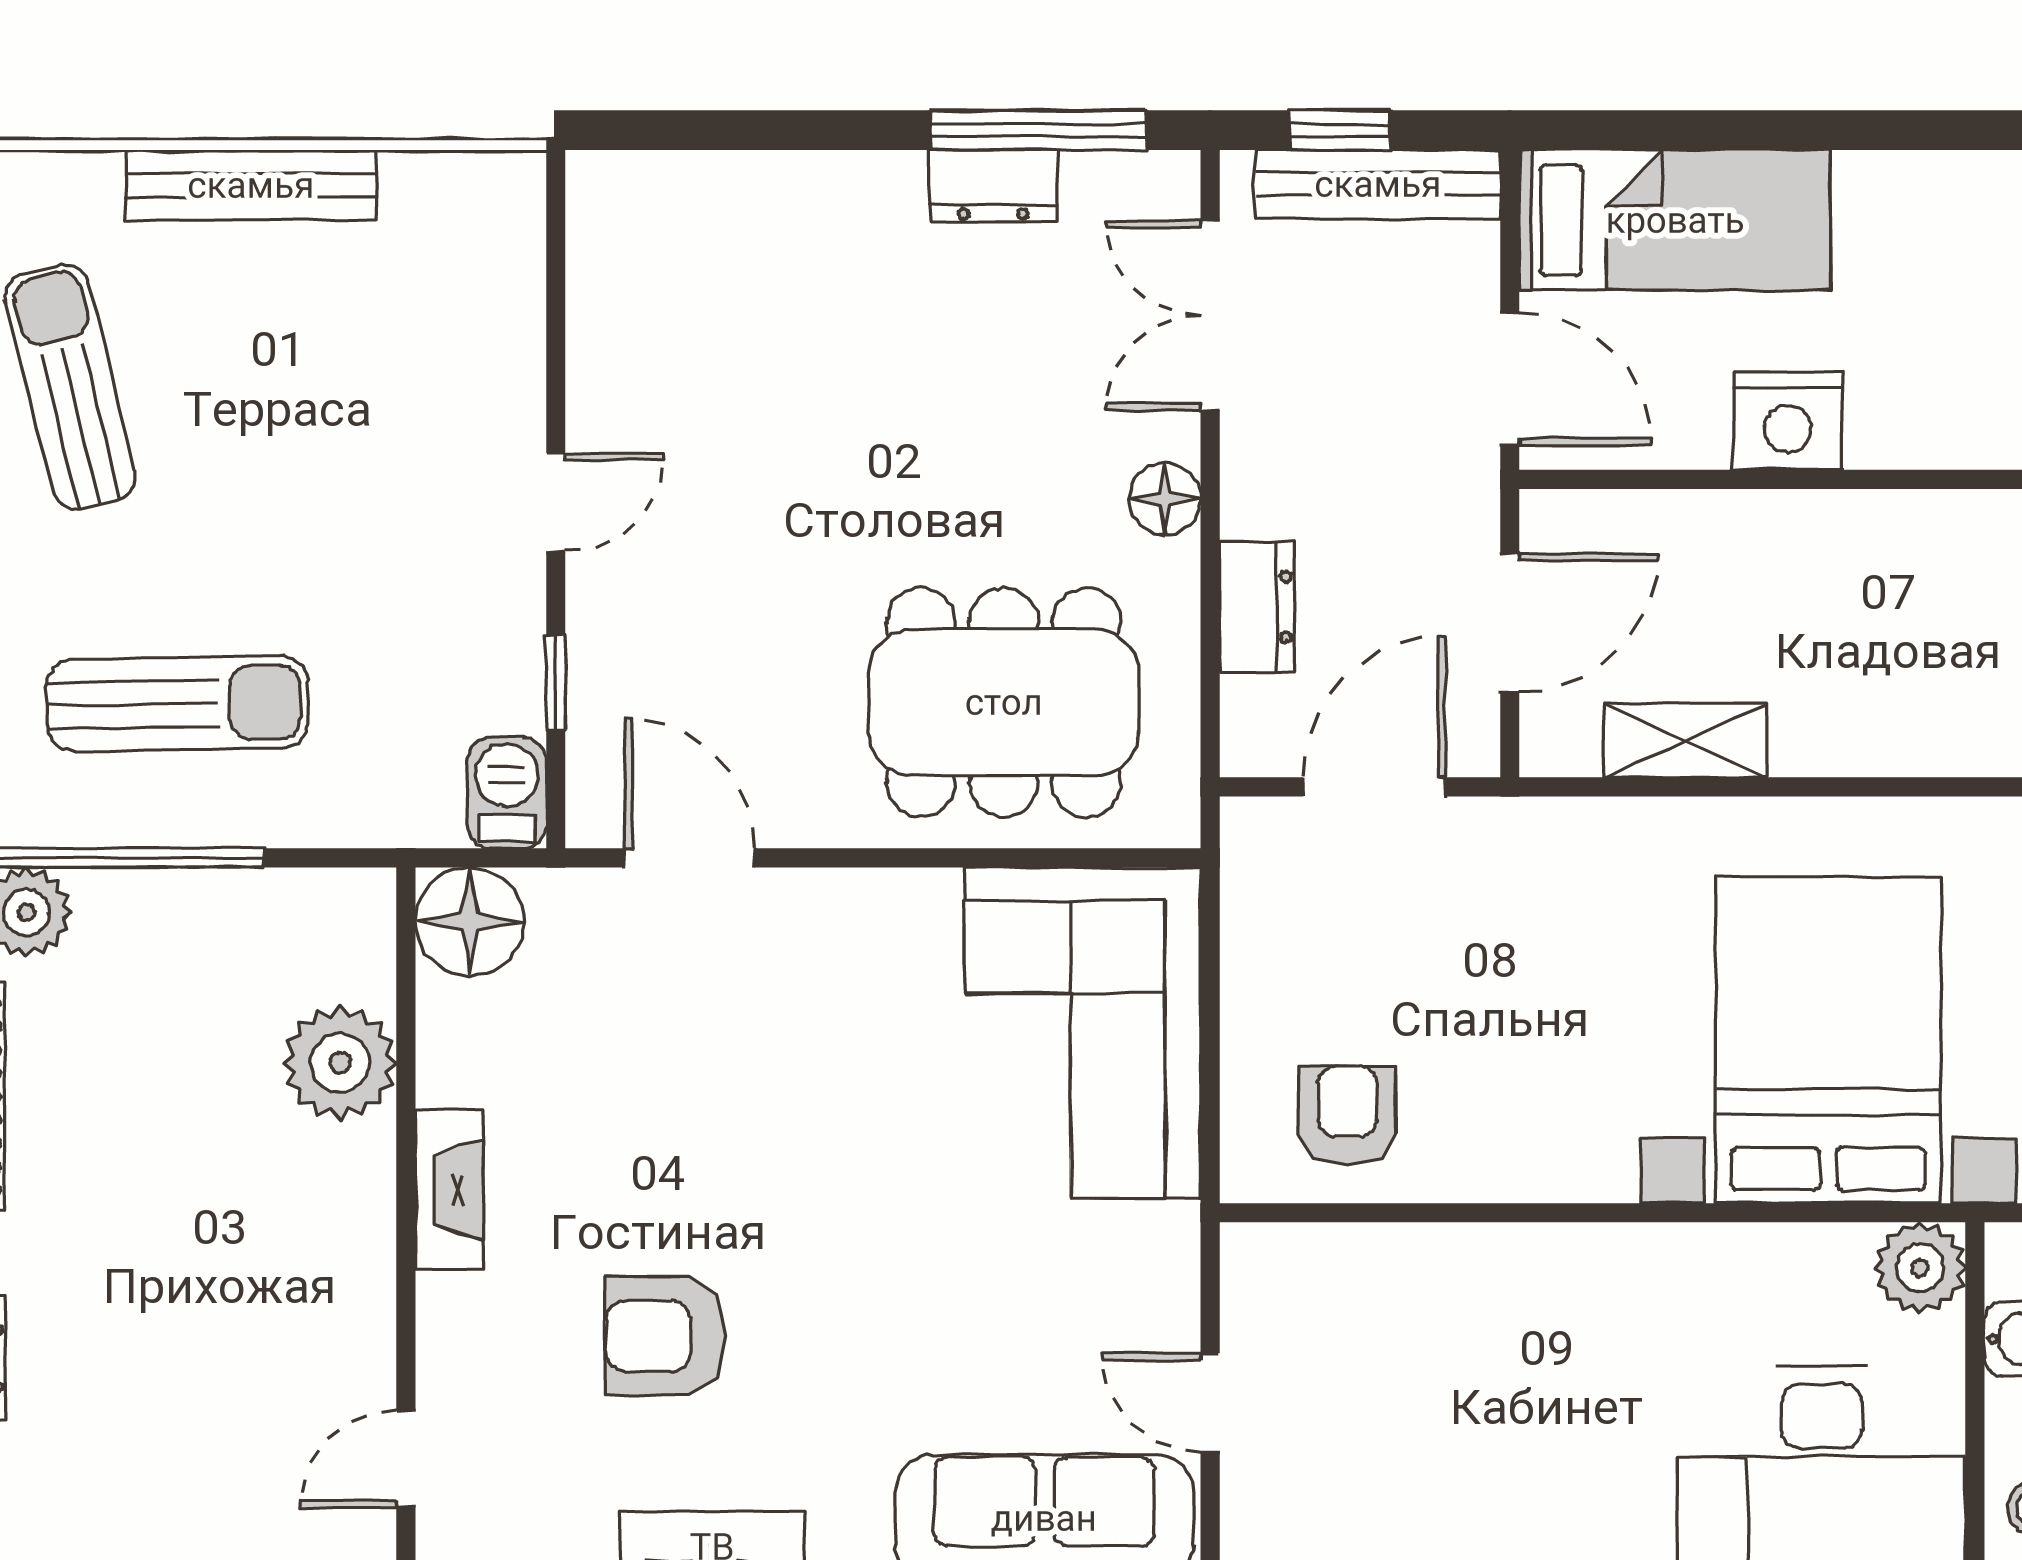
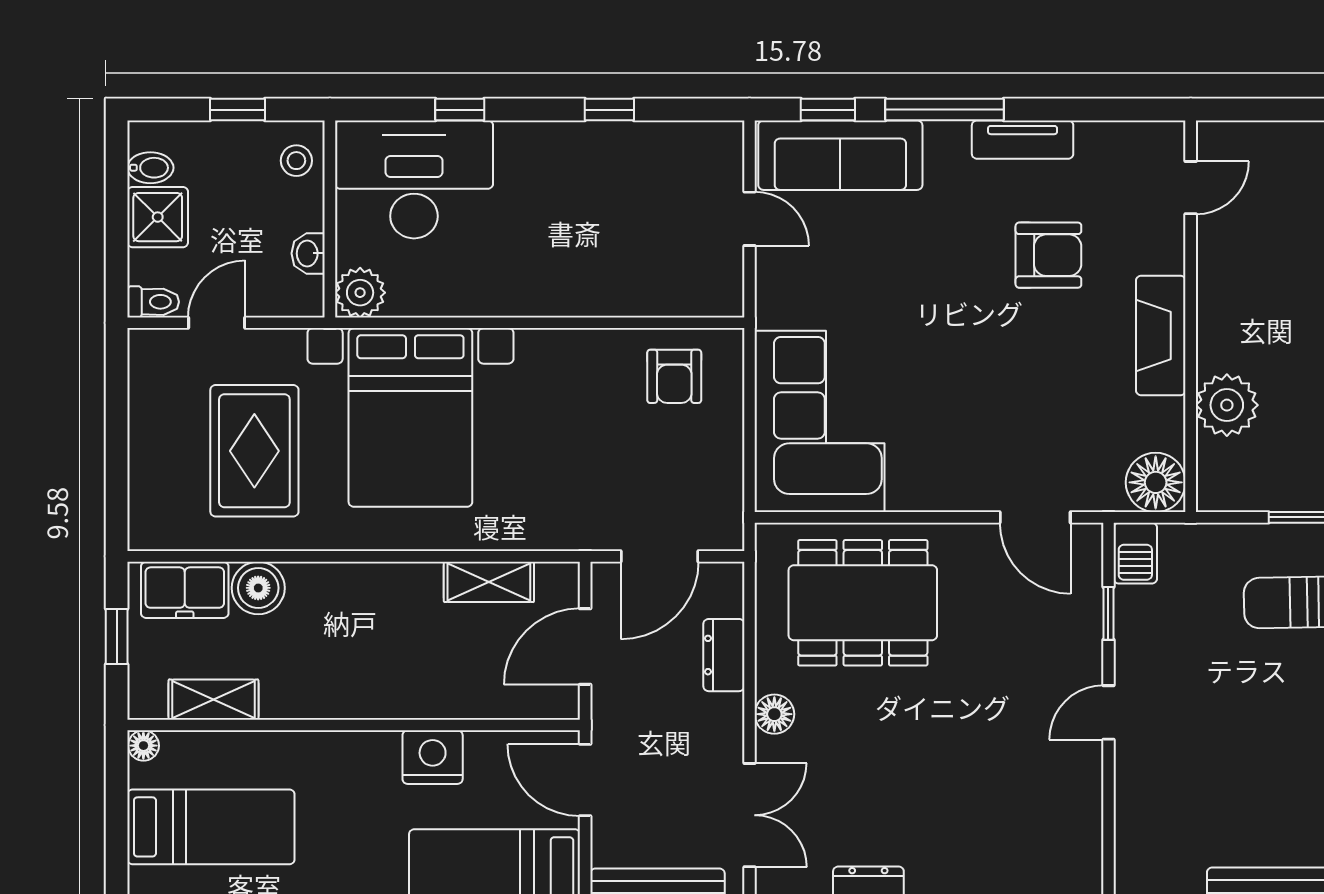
fireplace: (449, 1190) -> (1161, 335), width x1.37, depth x1.32

